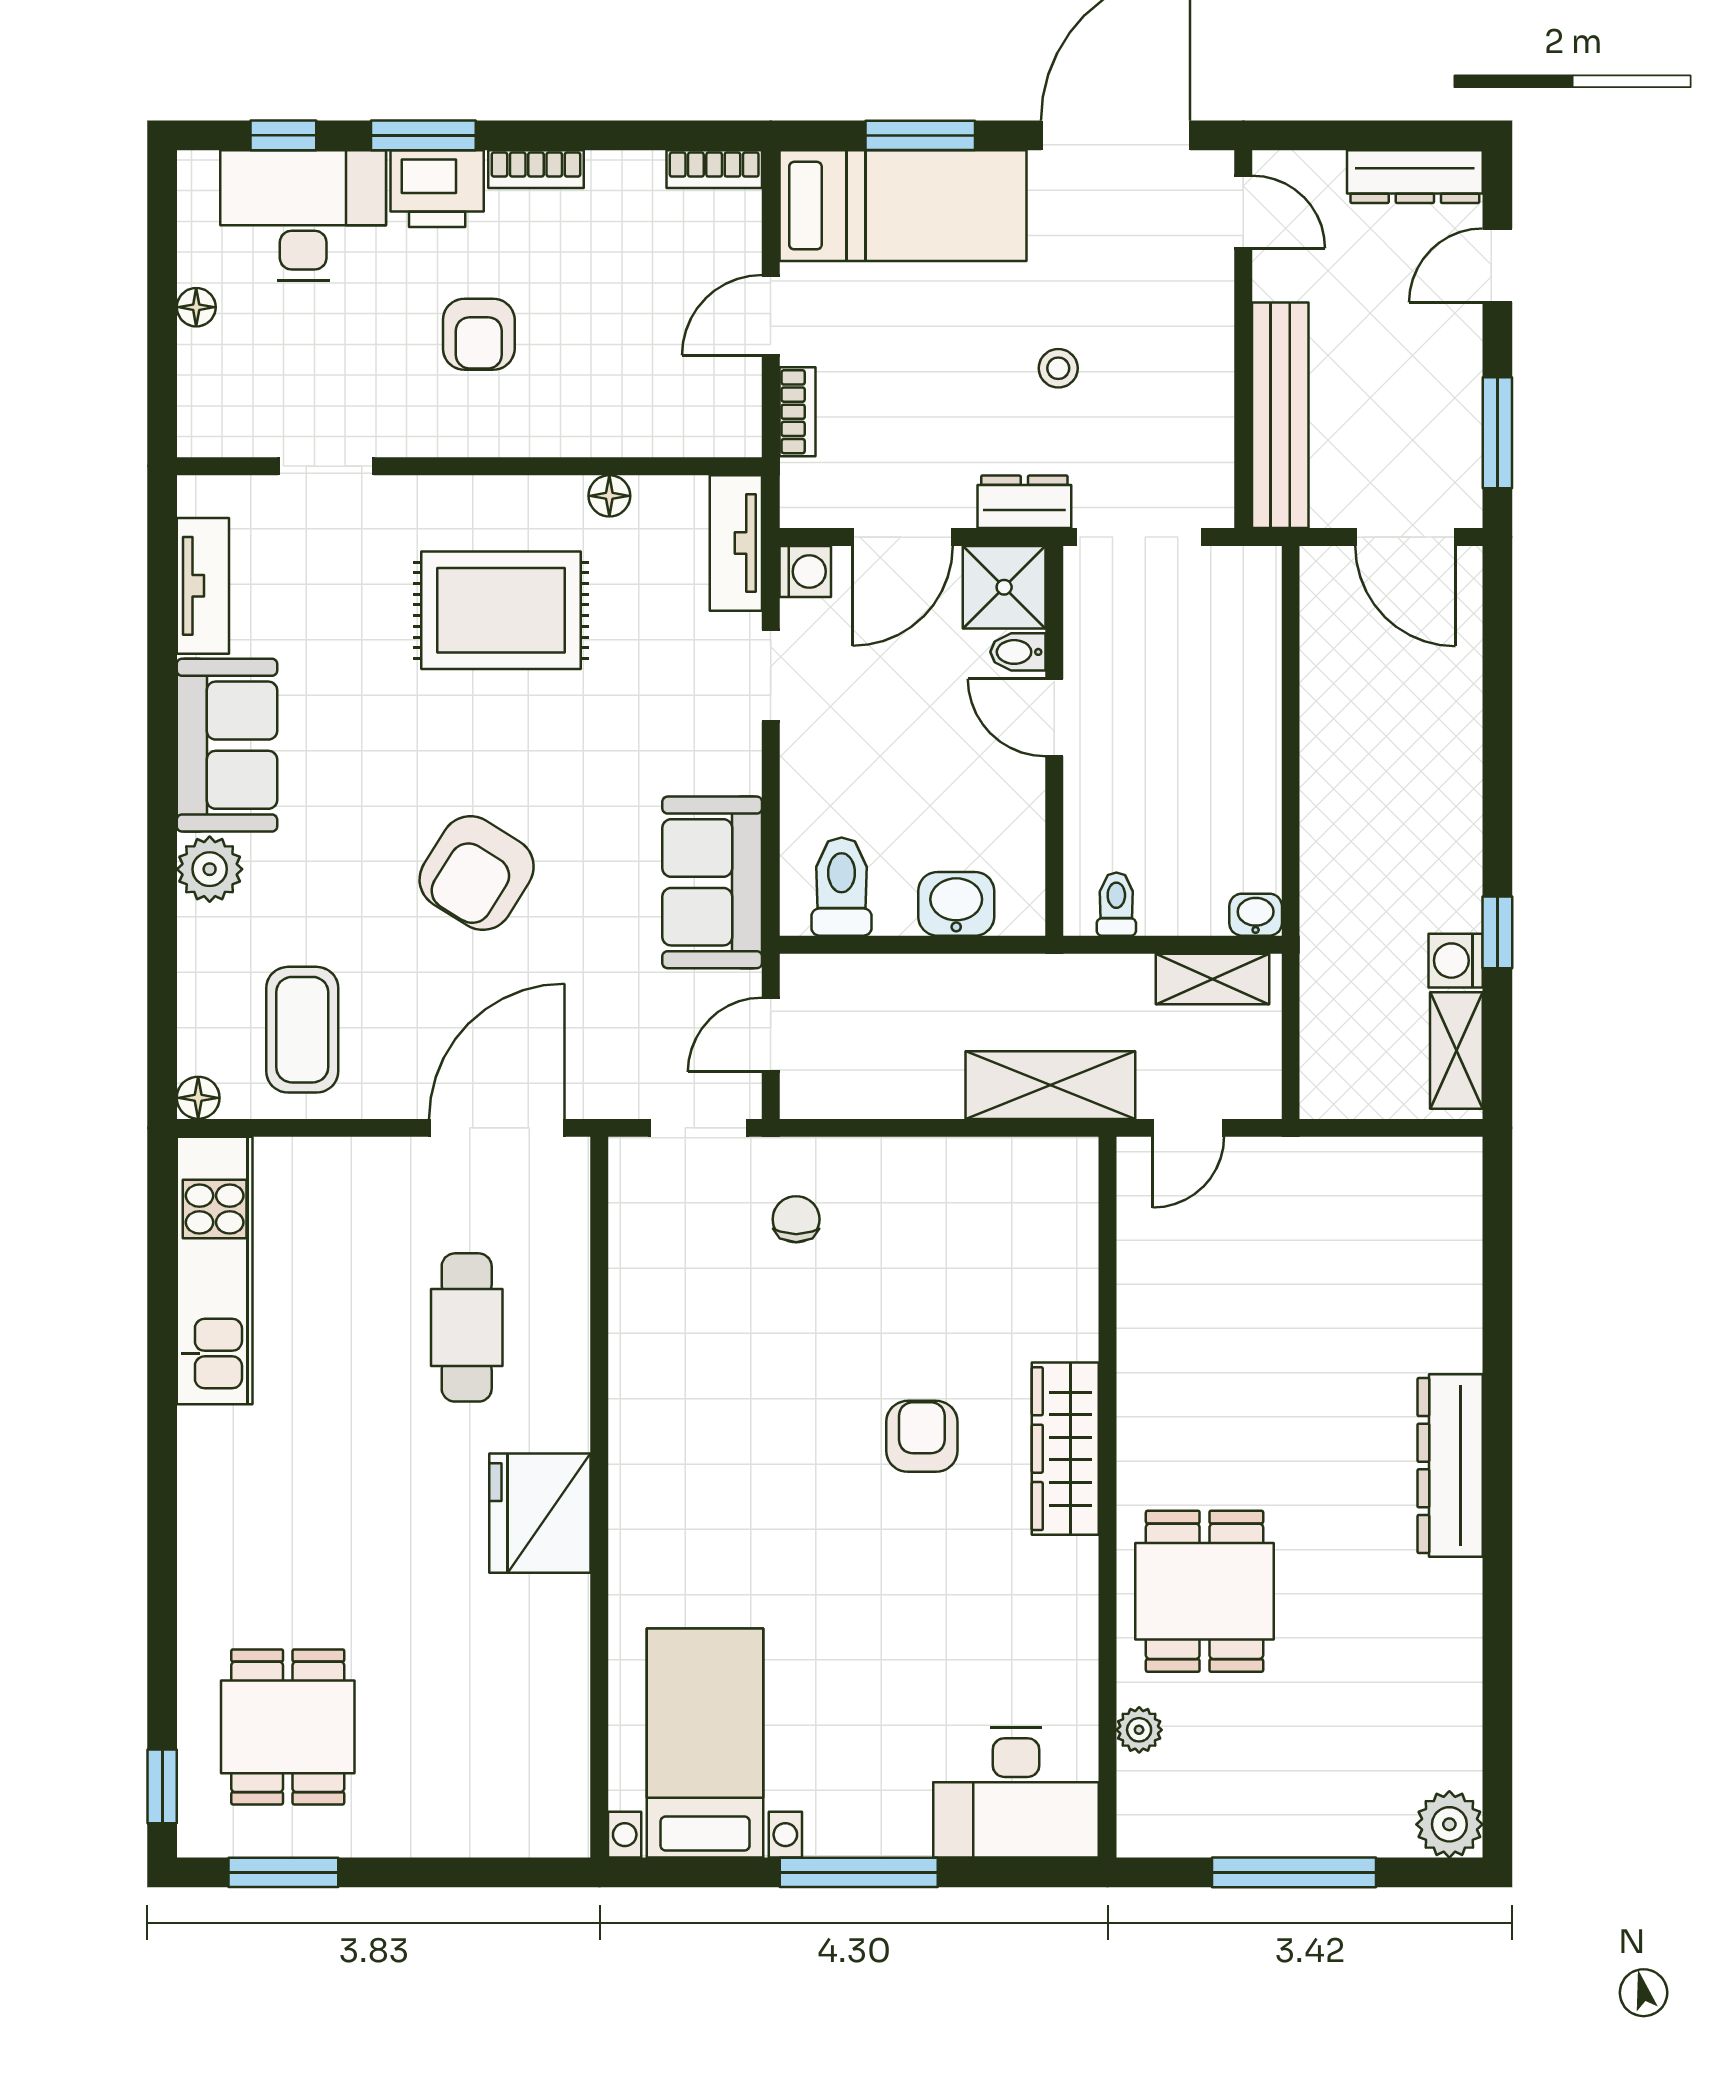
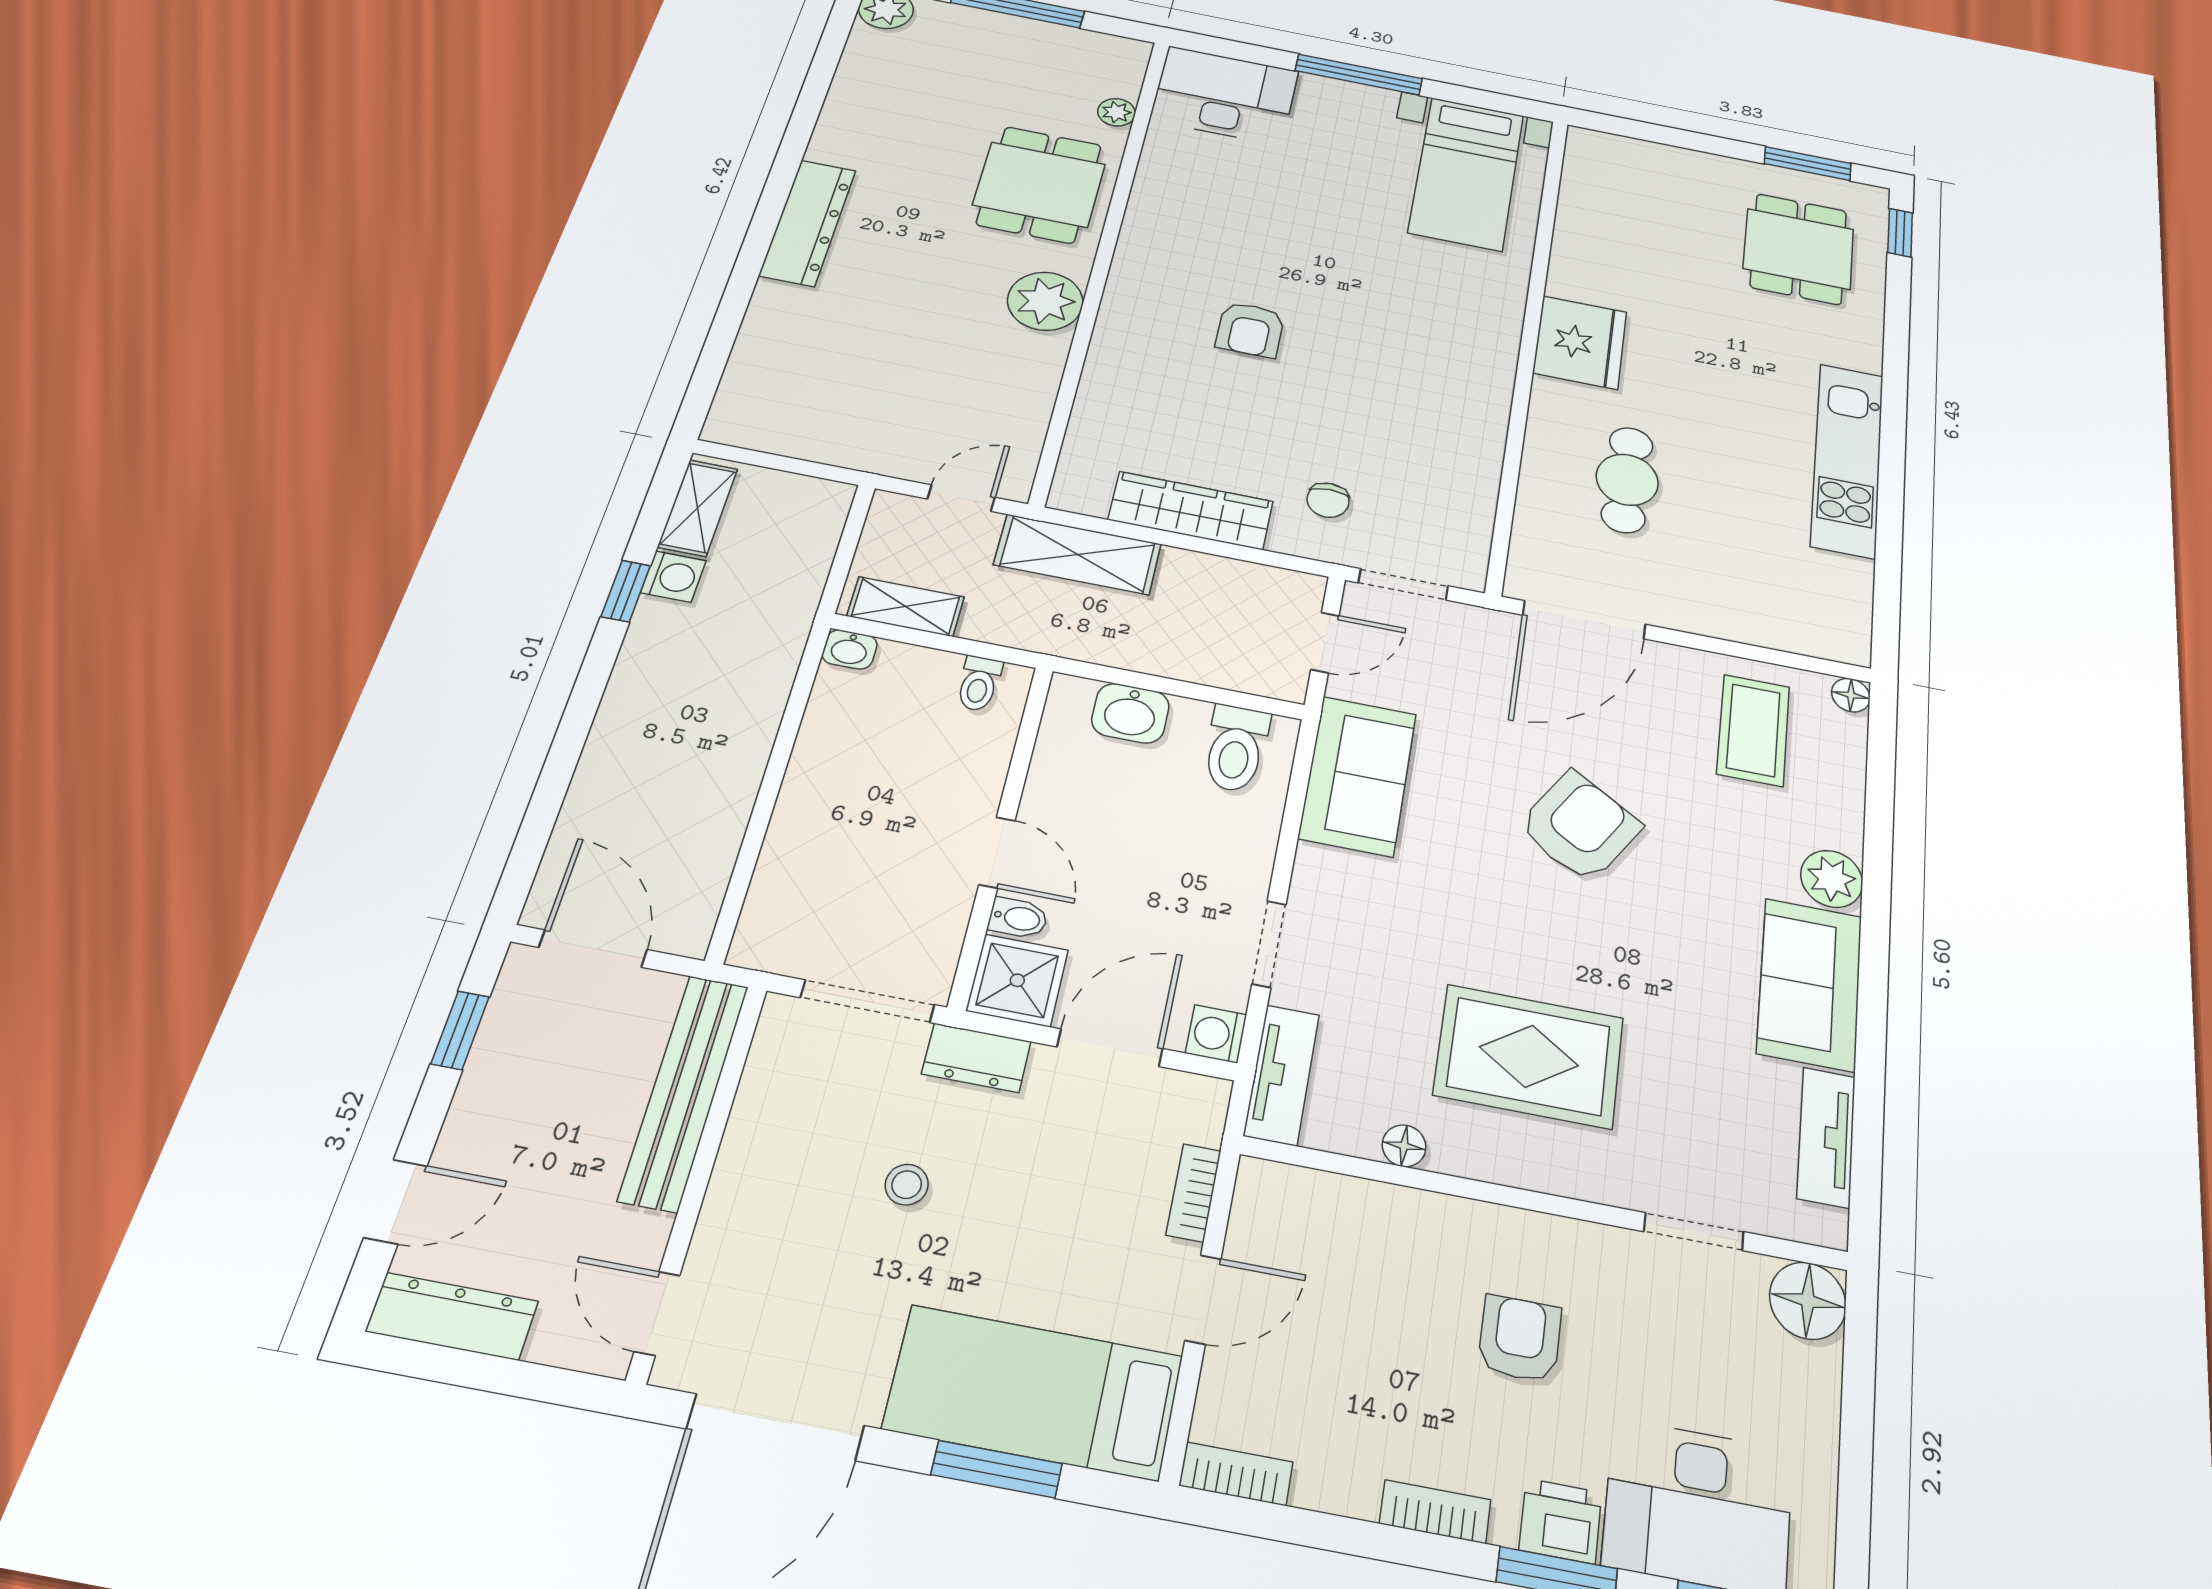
printer: (437, 189) -> (1561, 1521), width x0.73, depth x0.81
floor lamp: (196, 307) -> (1808, 1301), moved, width x1.89, depth x1.89
window: (1497, 433) -> (460, 1030), width x0.67
kitchen unit: (215, 1271) -> (1847, 459), moved
plant: (1159, 1419) -> (1045, 301), added
wardrobe: (1065, 1449) -> (1191, 511), moved, turned -90

